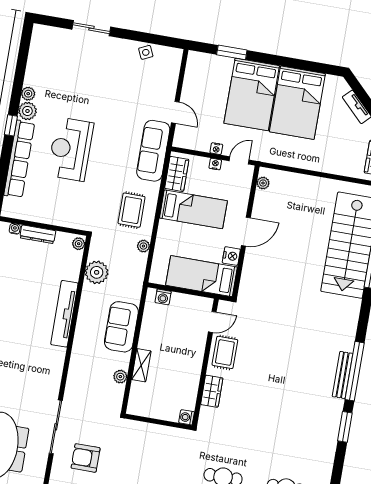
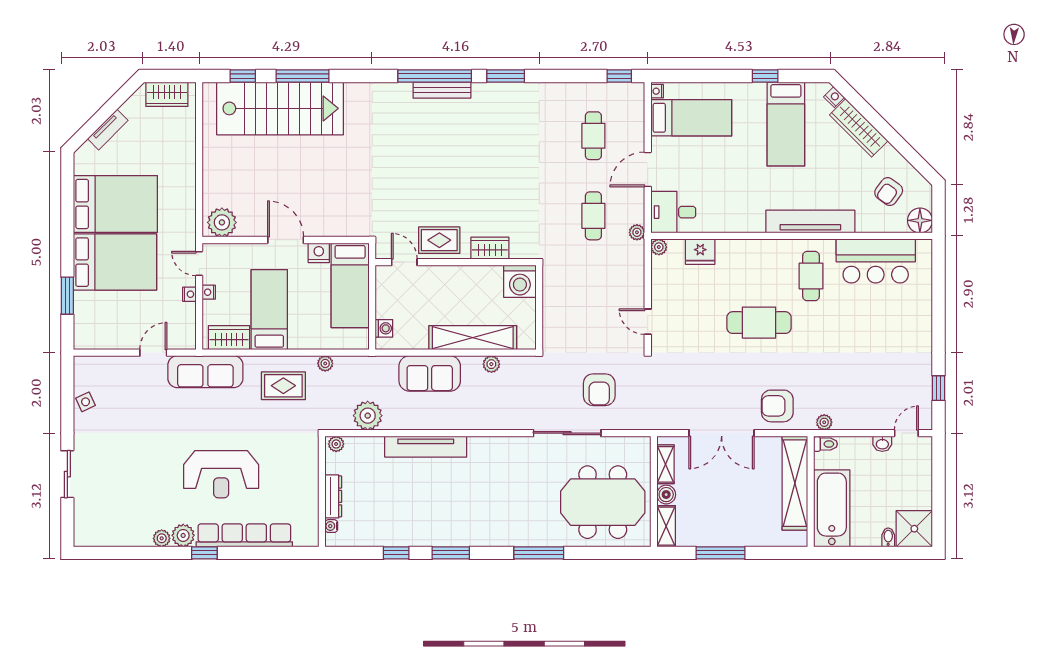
plant: (263, 183) -> (222, 222), width x1.88, depth x1.88
shelving: (141, 365) -> (473, 338), width x2.20, depth x1.33
washing machine: (187, 417) -> (520, 281), width x1.89, depth x1.89

